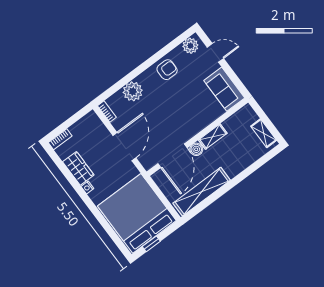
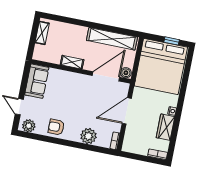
boiler: (196, 149) -> (126, 73), moved

